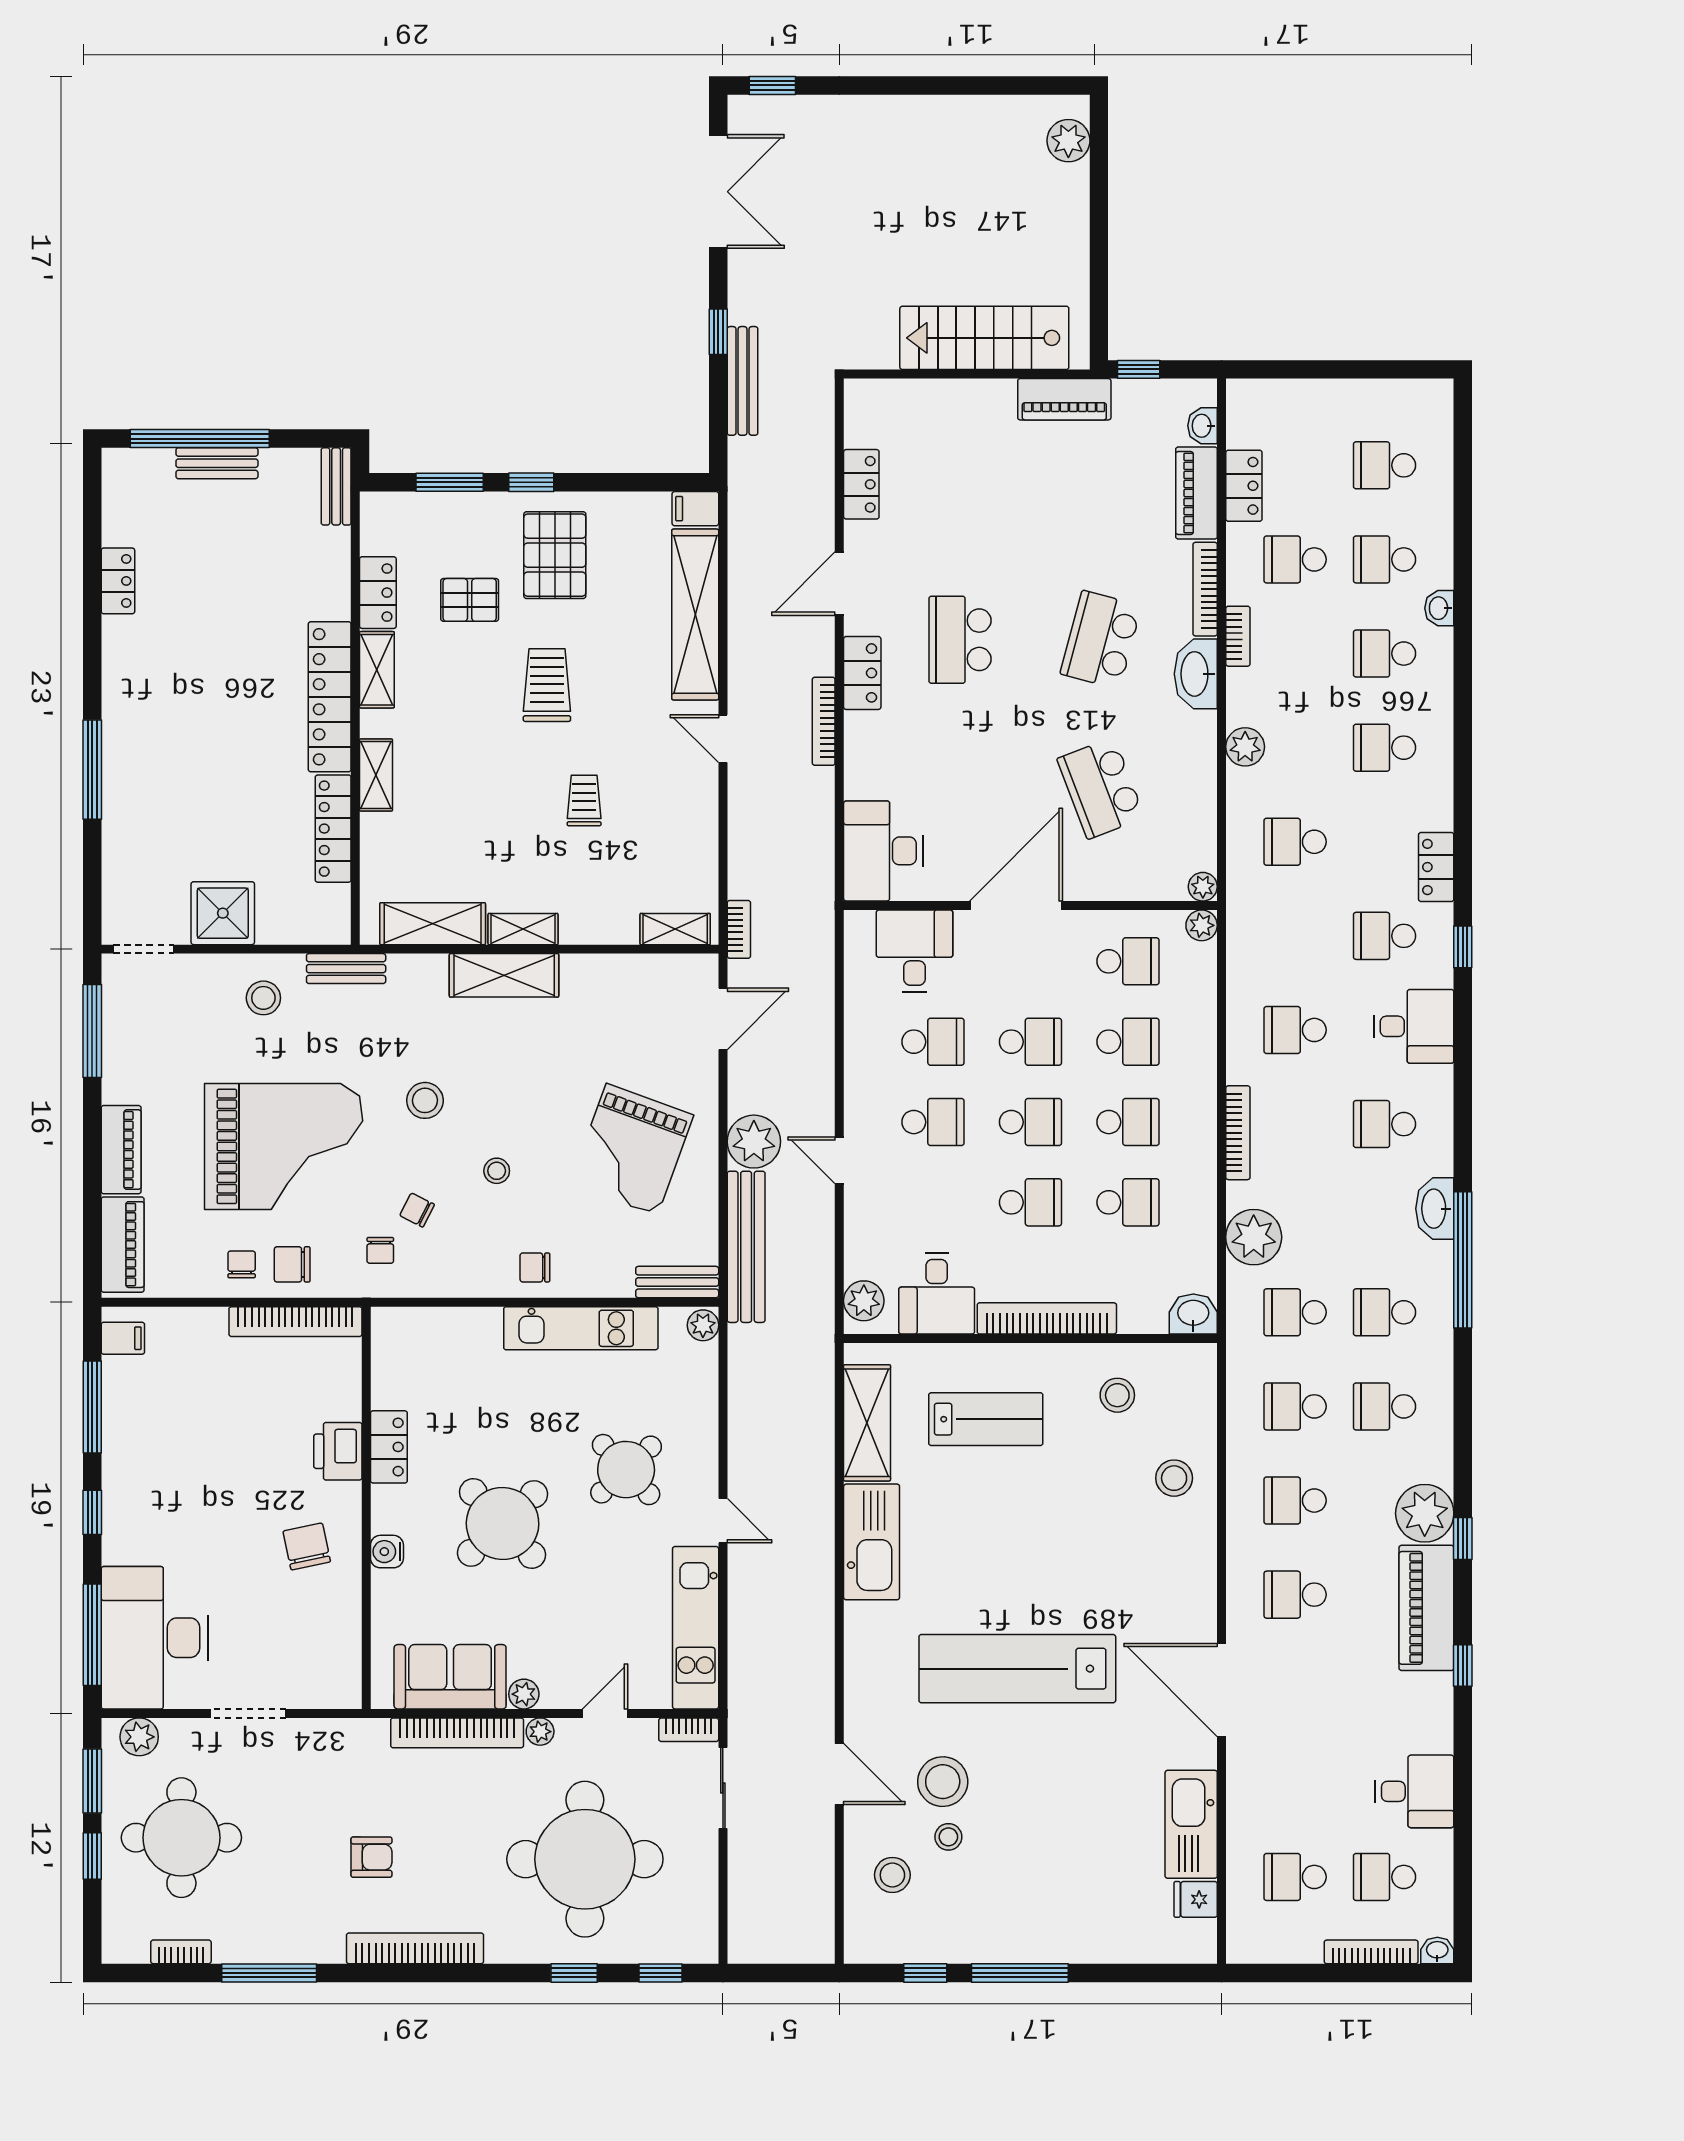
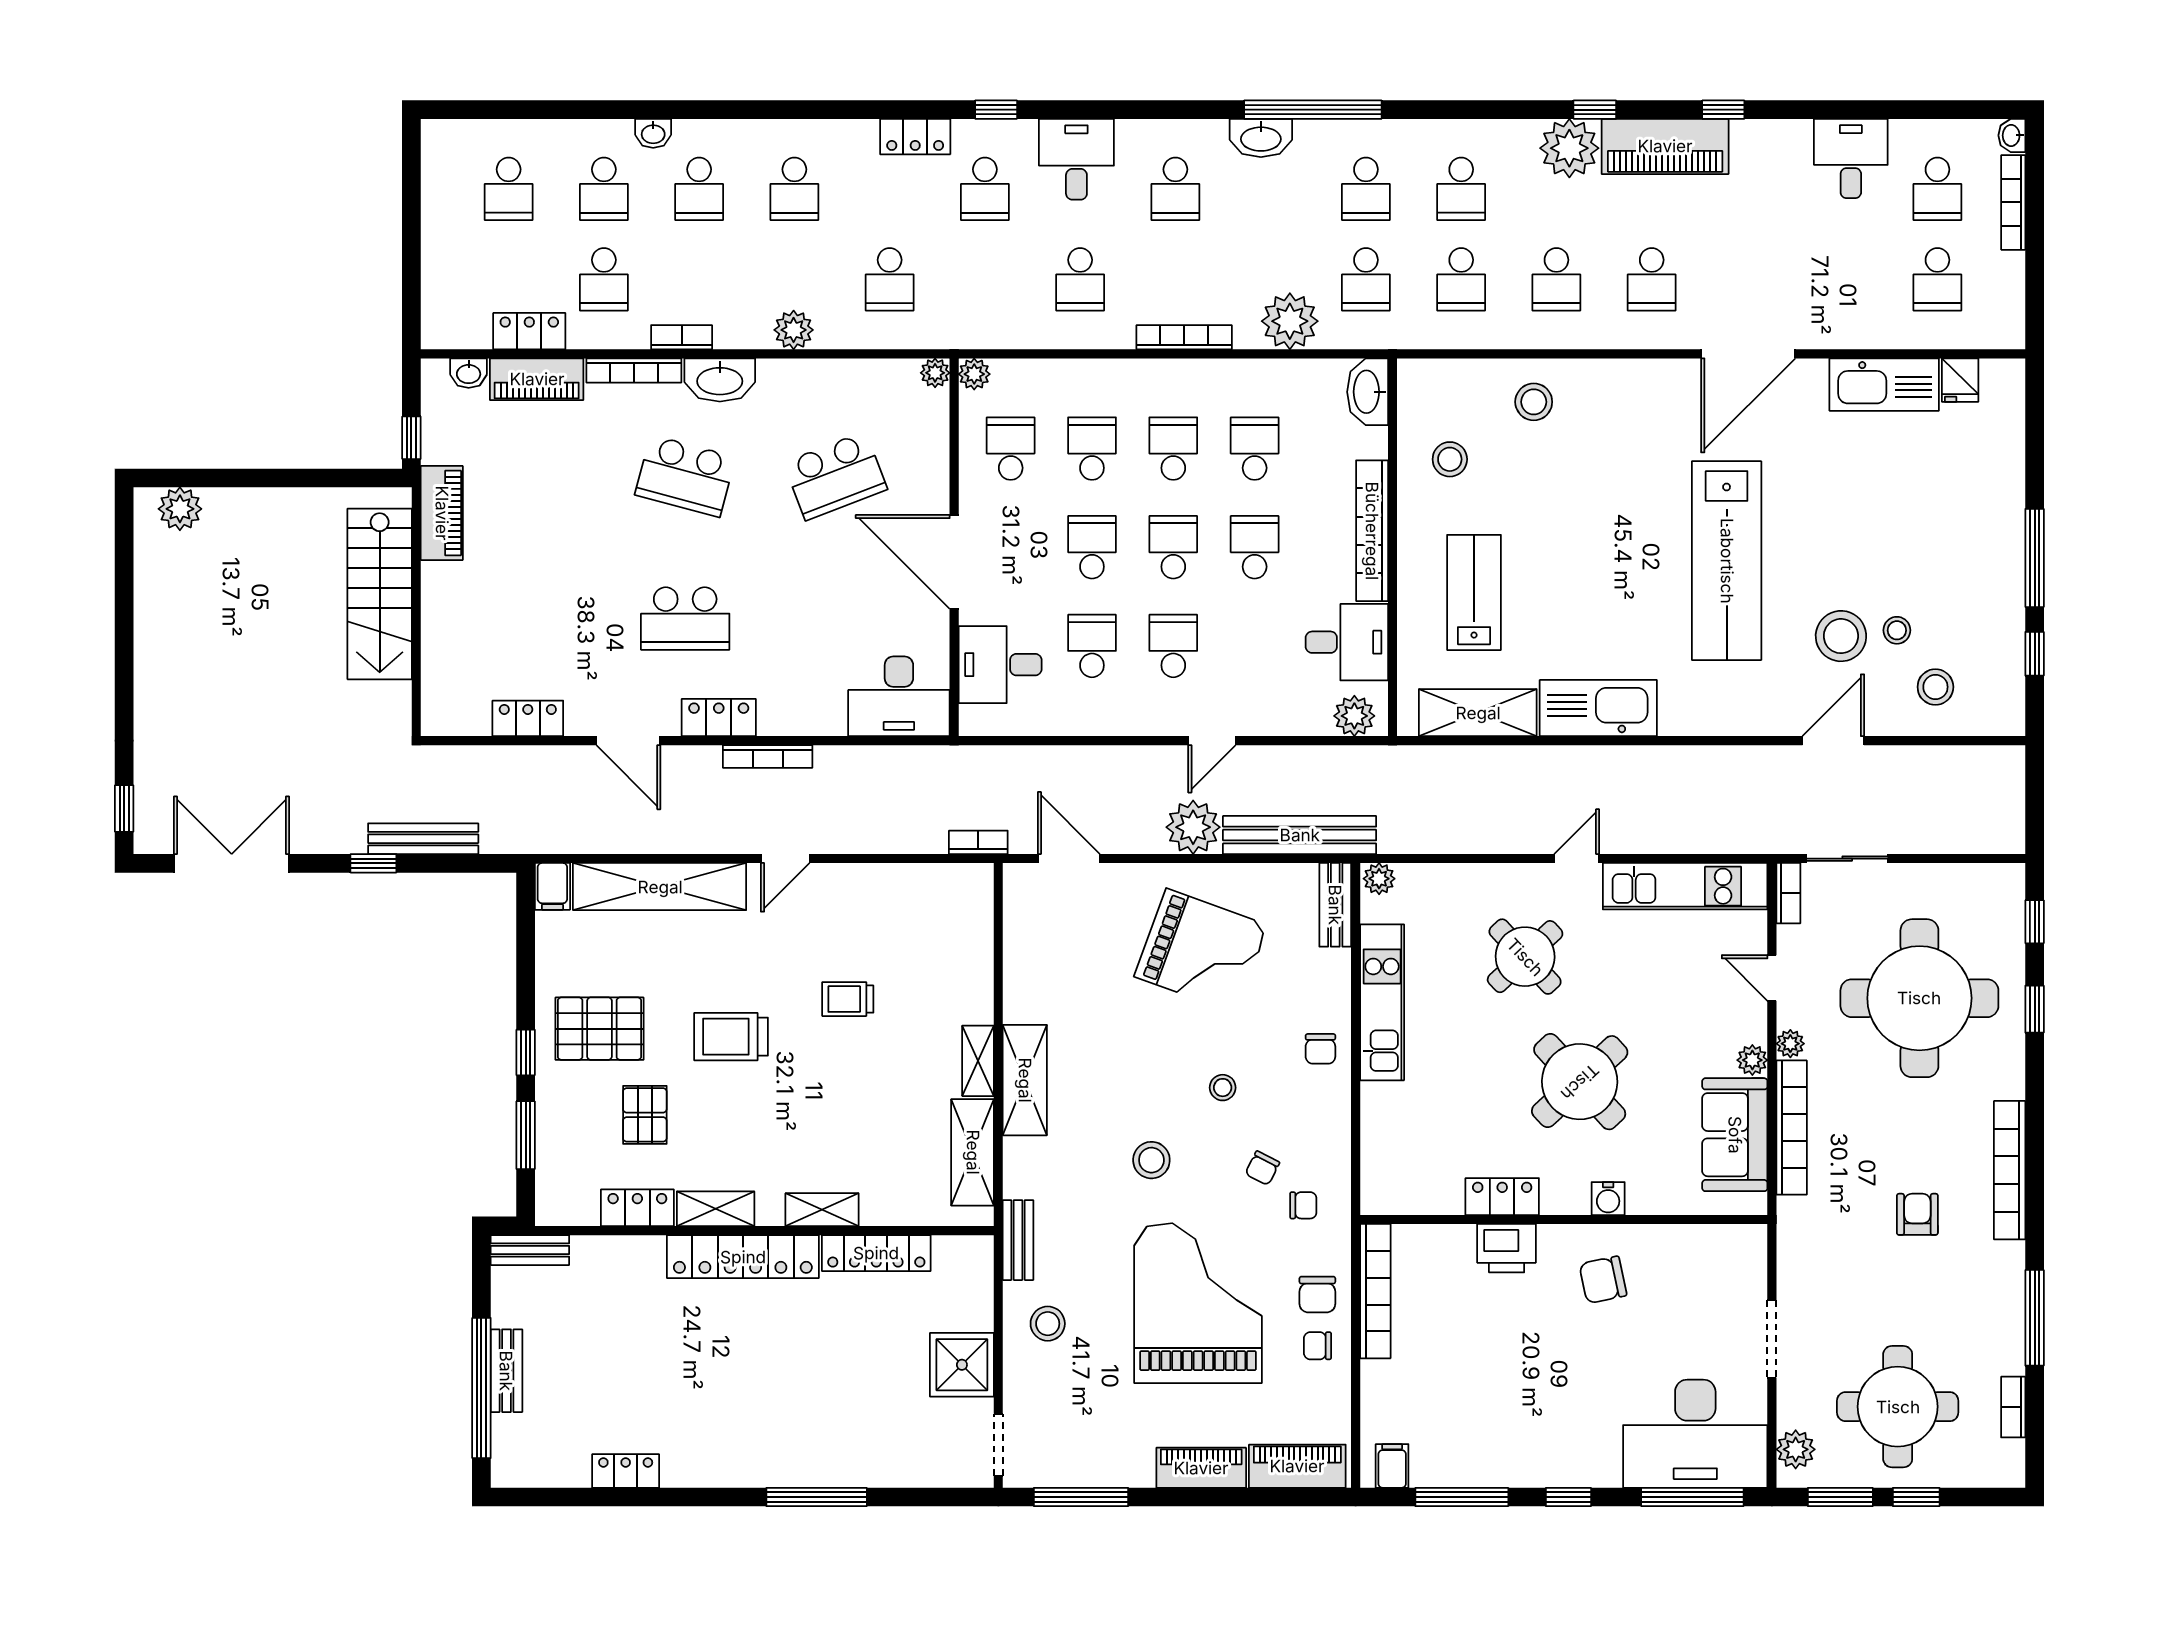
shelving: (675, 929) -> (978, 907), removed
washbasin: (1193, 1314) -> (1368, 392), width x1.38

